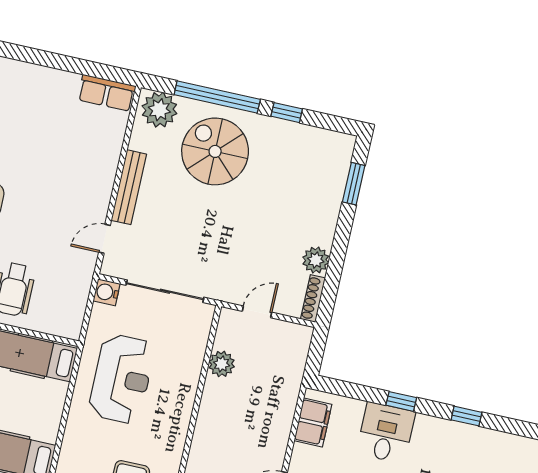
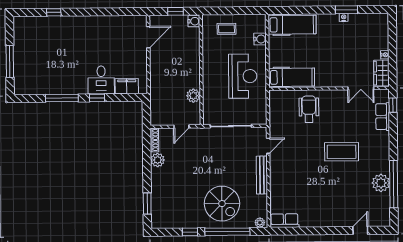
plant: (159, 110) -> (260, 223), width x0.53, depth x0.53
water cooler: (107, 292) -> (260, 39), moved
reception desk: (122, 379) -> (243, 76), turned 180
window: (466, 416) -> (62, 98), width x2.17
filing cabinet: (313, 422) -> (127, 86), moved, turned 90

